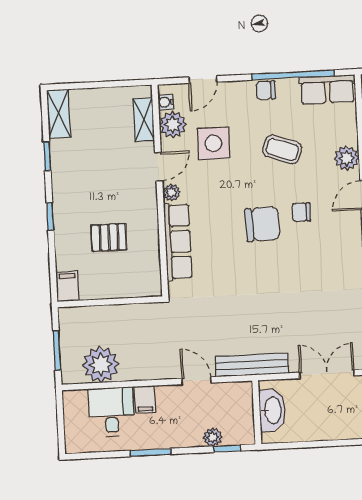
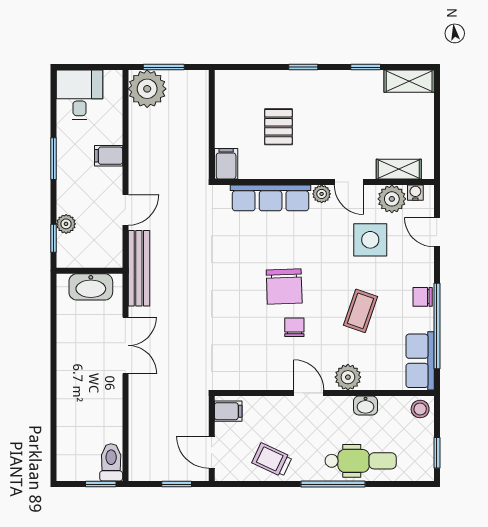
chair: (266, 90) -> (423, 297), turned -90
filing cabinet: (68, 286) -> (226, 164), moved, turned -90
plant: (101, 365) -> (147, 89), moved
desk: (111, 412) -> (80, 95), moved, turned -90

